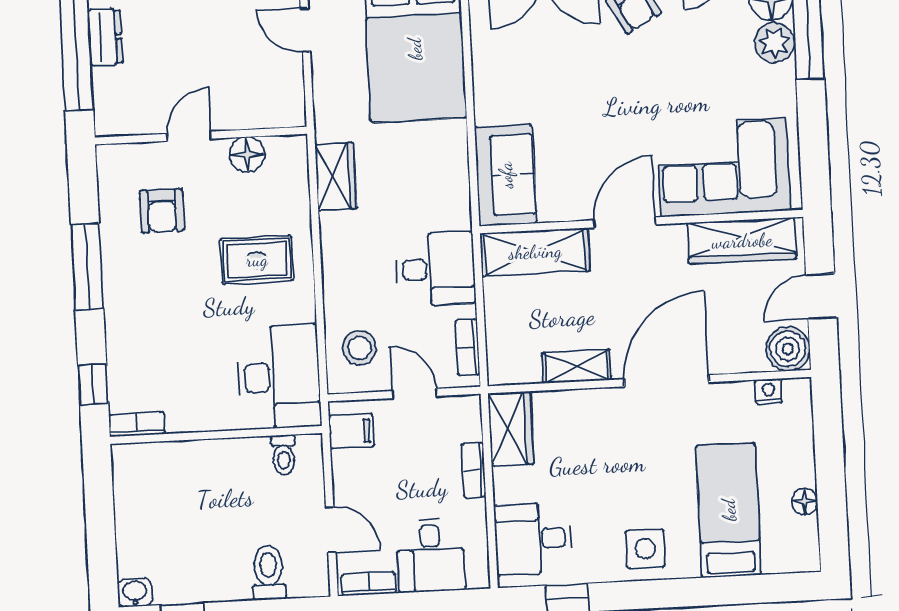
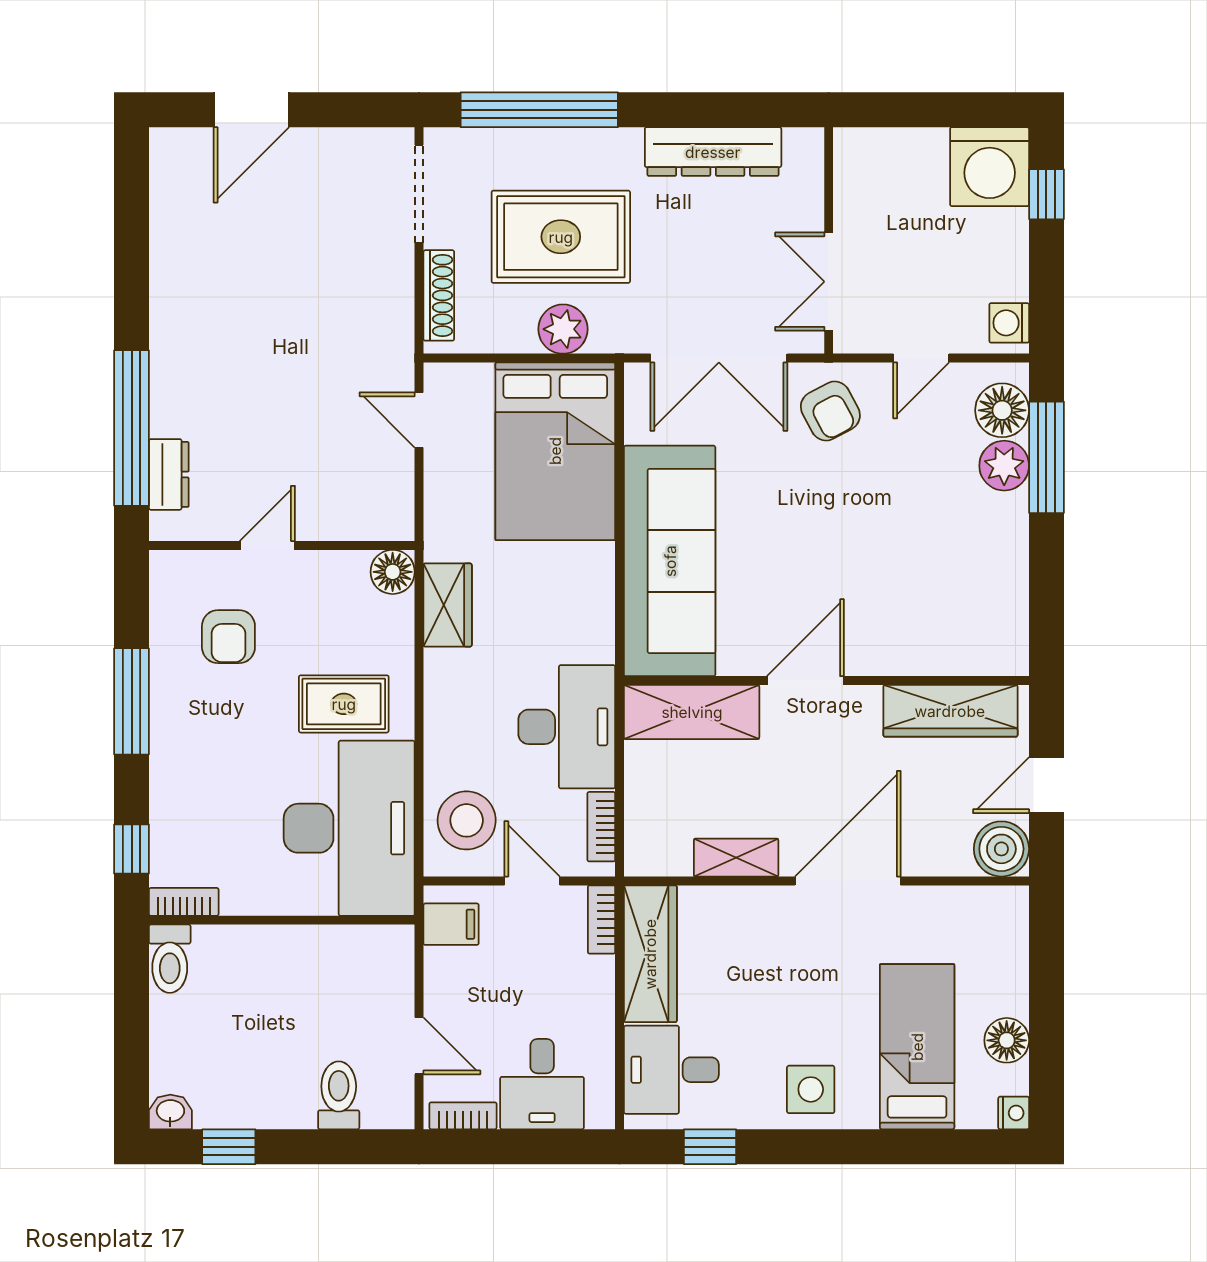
dresser: (105, 37) -> (169, 474), moved
floor lamp: (247, 155) -> (393, 572), moved
corner sofa: (723, 167) -> (932, 618), removed
sofa: (506, 175) -> (670, 561), width x1.85, depth x1.27
desk: (436, 269) -> (567, 727), width x1.37
stool: (360, 348) -> (467, 820), width x1.38, depth x1.38
desk: (279, 377) -> (349, 828), width x1.36, depth x1.30
nightstand: (768, 391) -> (1014, 1113), moved, turned 90
wardrobe: (511, 429) -> (650, 954), width x1.50
toilet: (284, 455) -> (170, 959), moved, width x1.37, depth x1.39
bookcase: (474, 470) -> (601, 919), moved
floor lamp: (805, 501) -> (1007, 1040), width x1.37, depth x1.37

